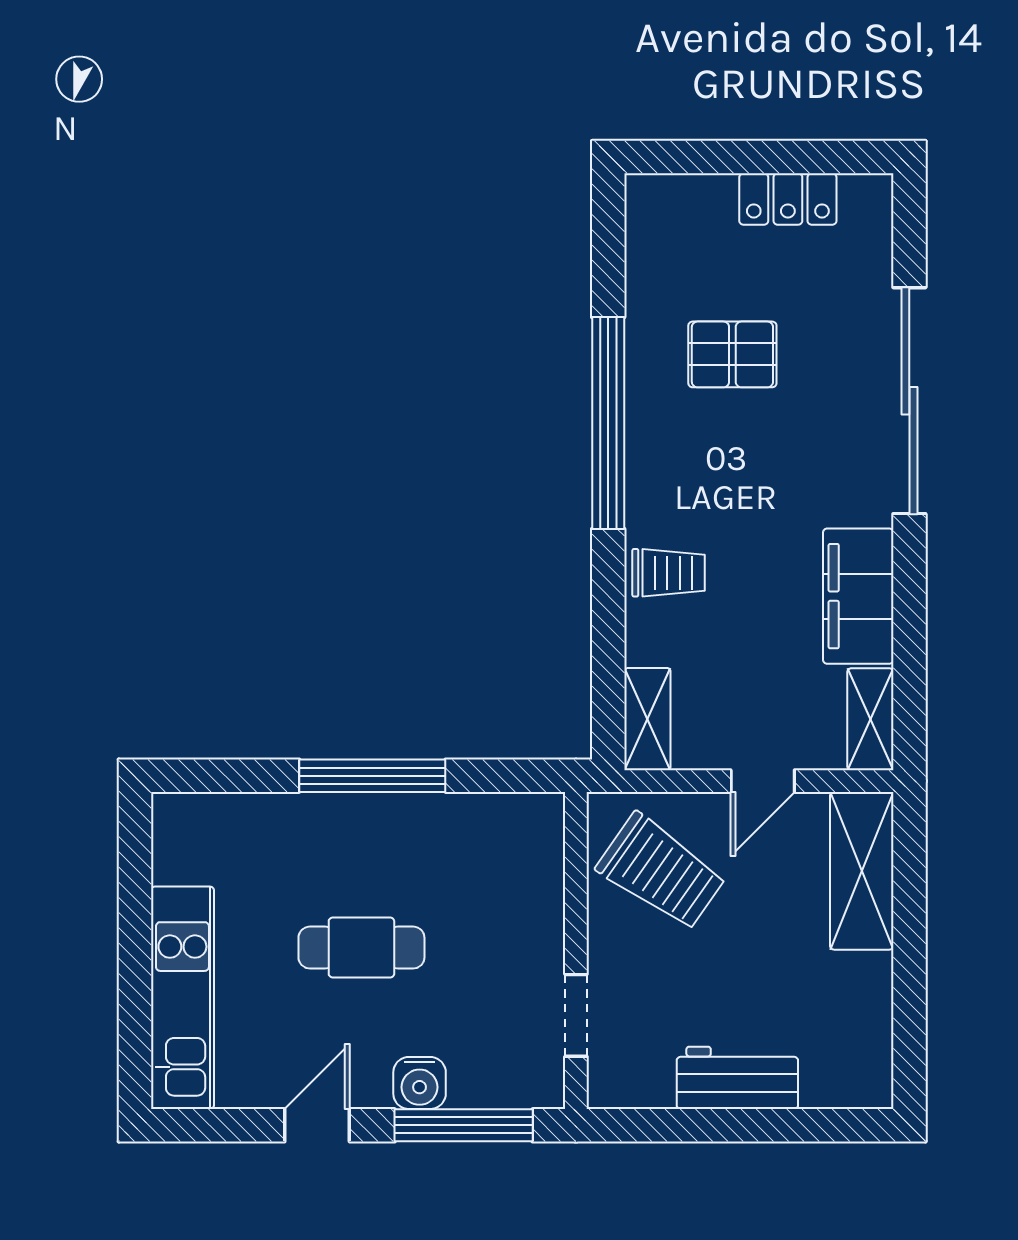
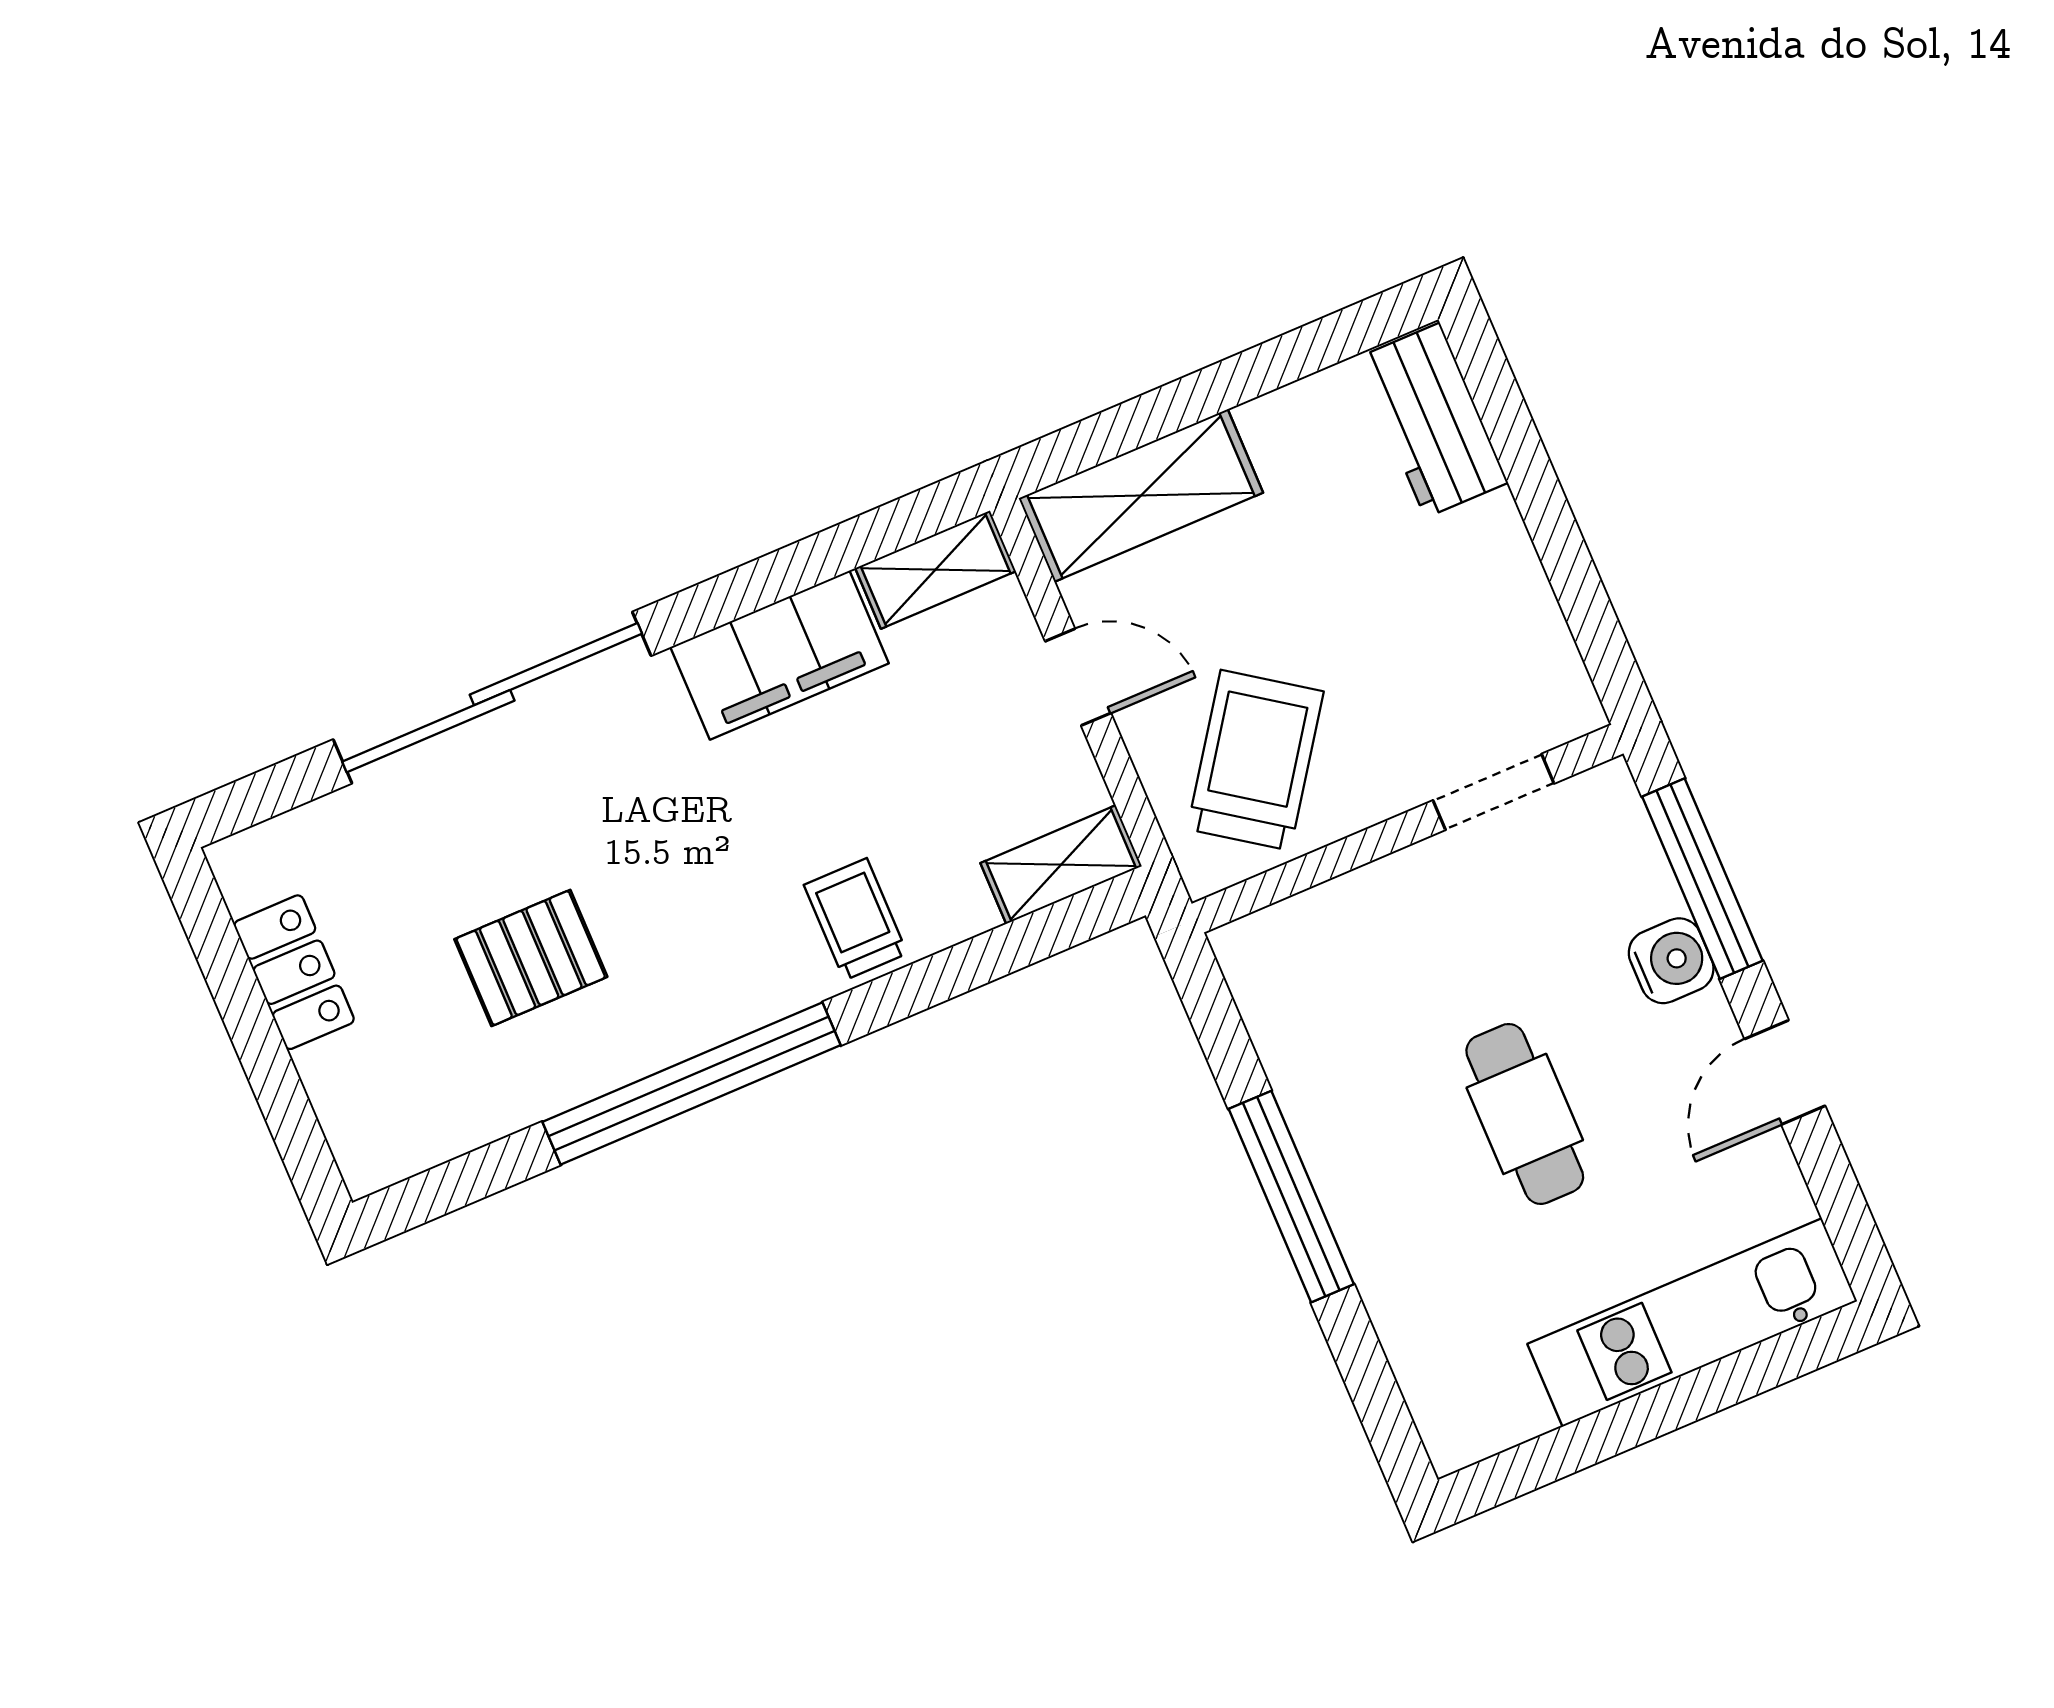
pallet: (732, 354) -> (531, 958), turned 90
workbench: (737, 1078) -> (1433, 420), moved
door: (317, 1125) -> (1785, 1072), hinge flipped

